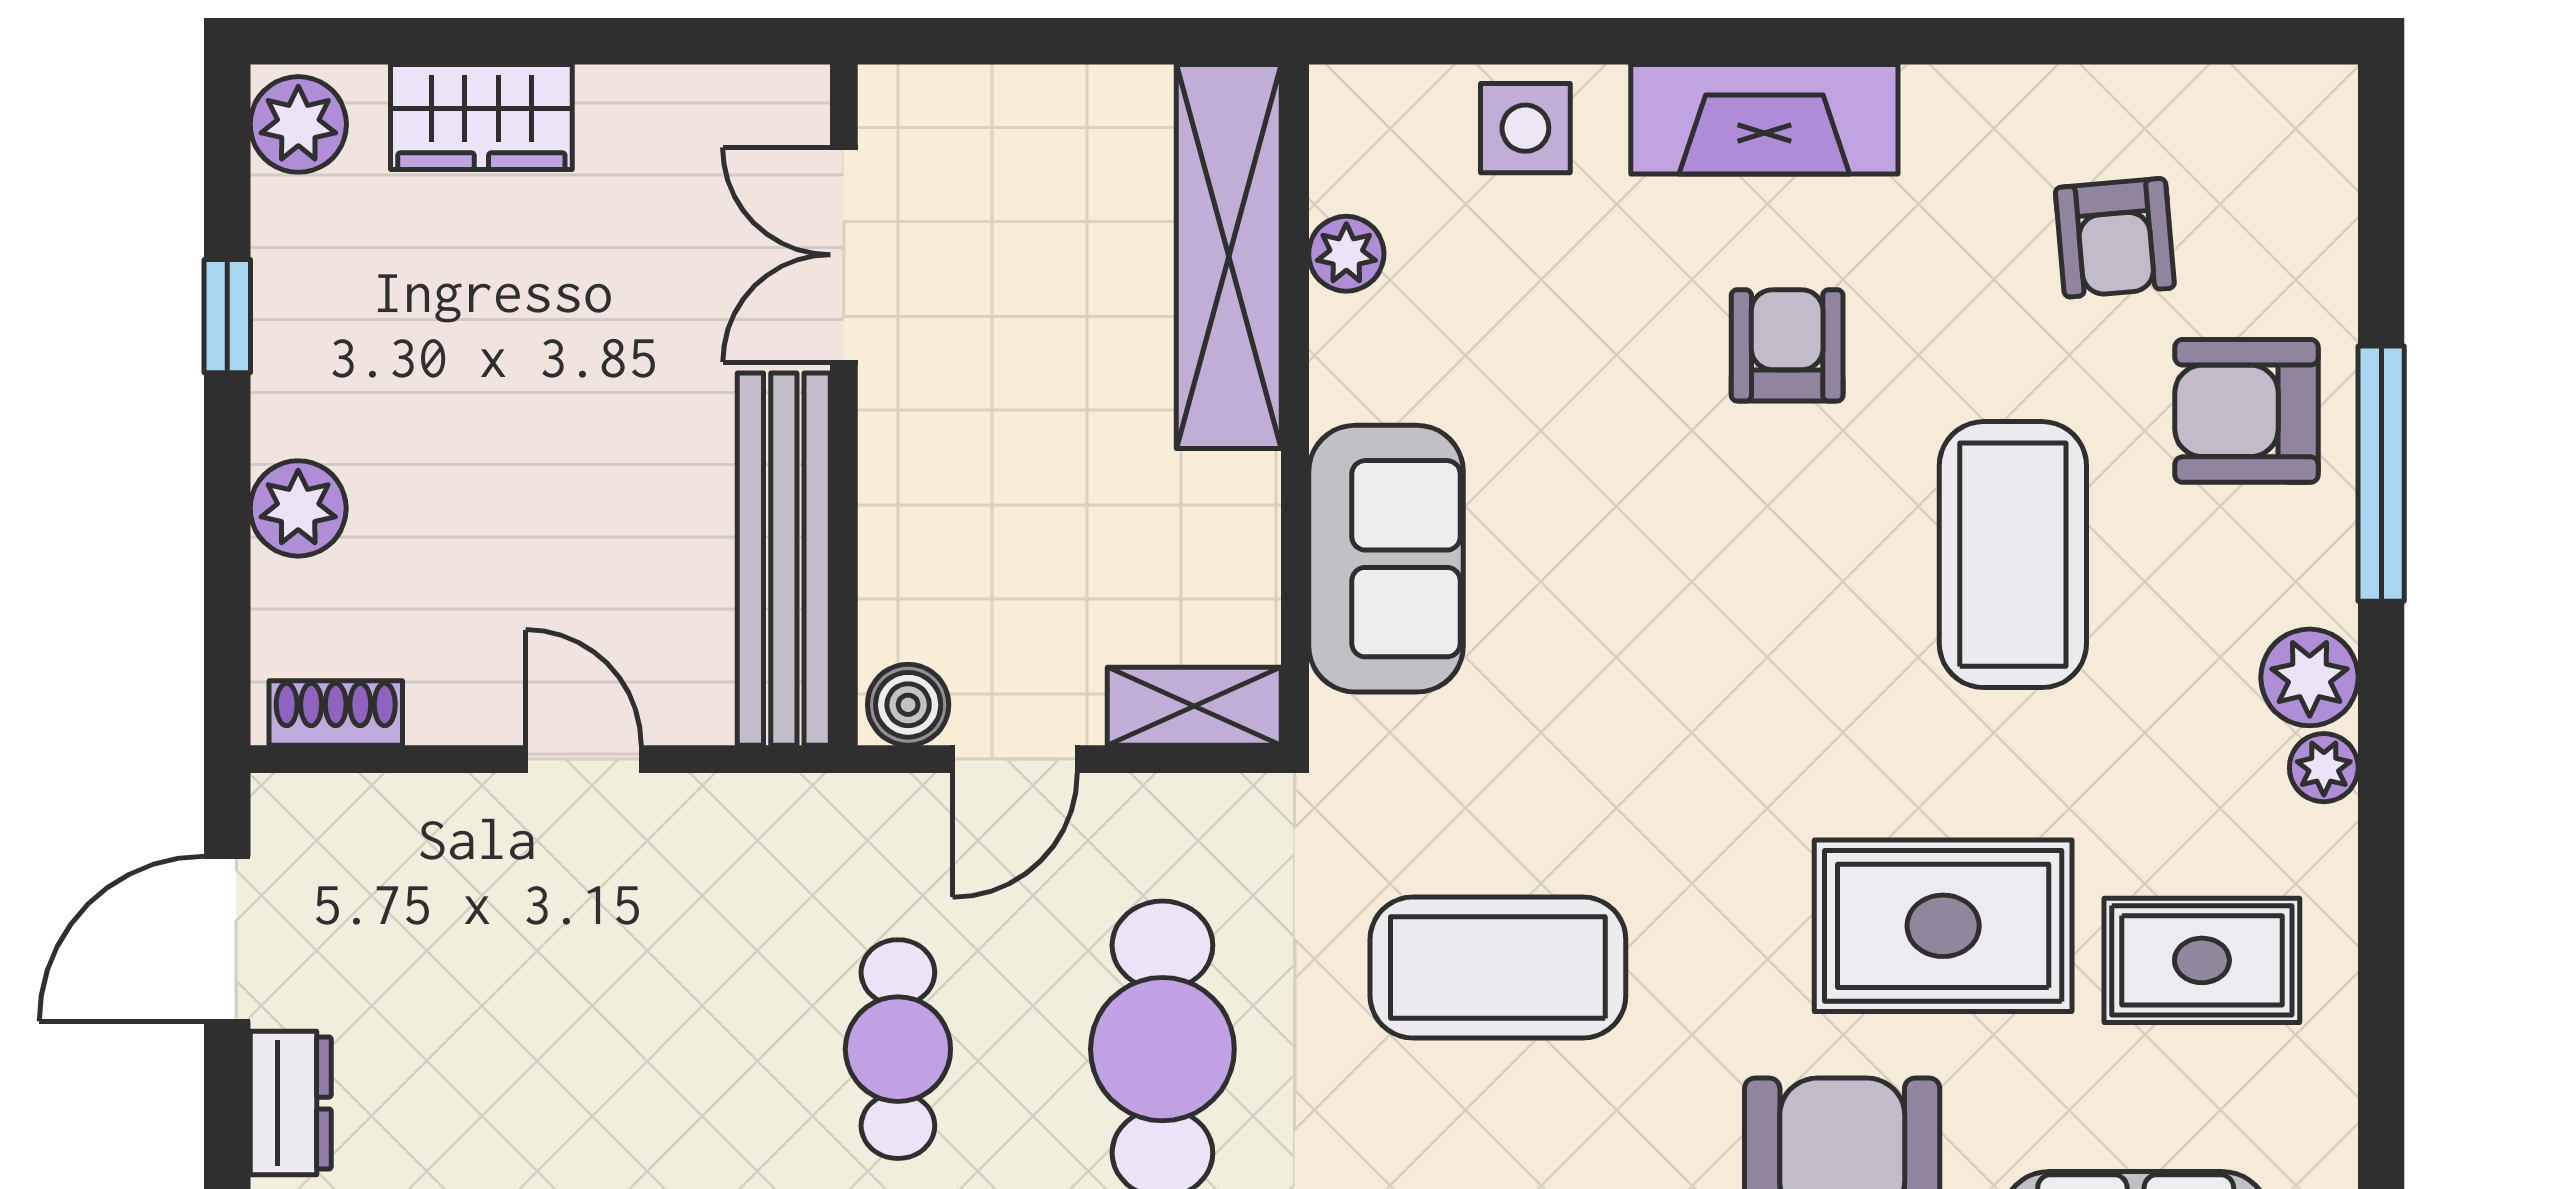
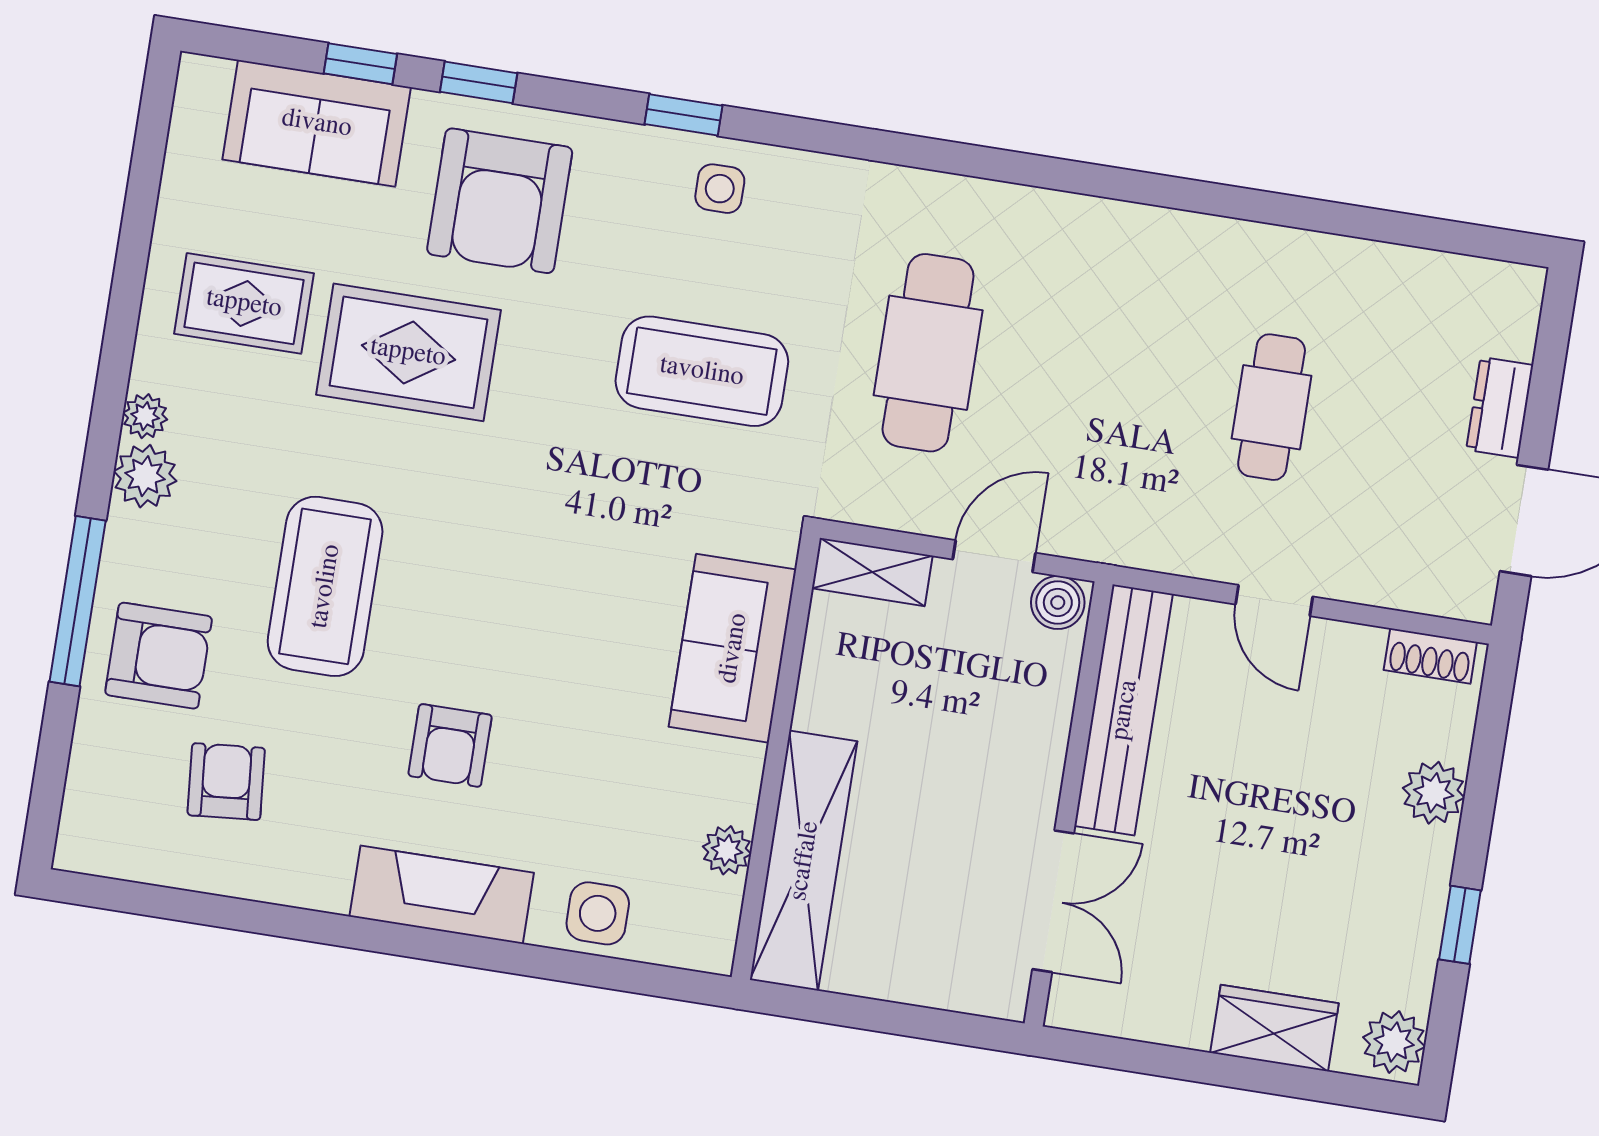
cafe table: (898, 1049) -> (1272, 407), moved

